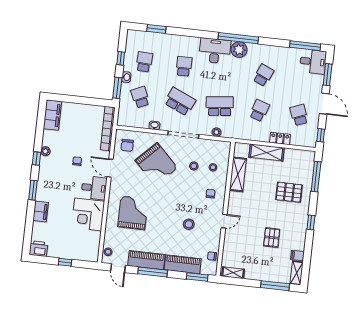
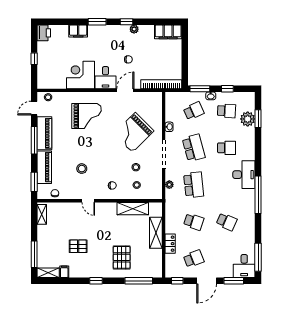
plant: (239, 50) -> (248, 119), moved
school desk: (180, 102) -> (194, 148), turned -39
chair: (127, 145) -> (148, 104), removed

